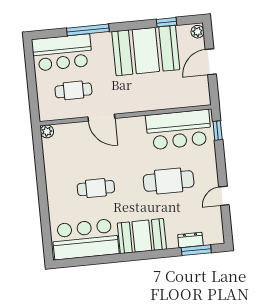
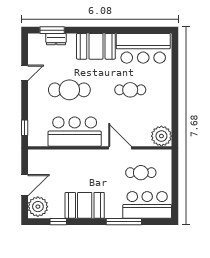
plant: (198, 32) -> (38, 207), width x1.87, depth x1.87
booth: (146, 51) -> (85, 205), width x0.73, depth x0.70
bar counter: (179, 130) -> (75, 132), moved
plant: (47, 131) -> (161, 136), width x1.88, depth x1.88

